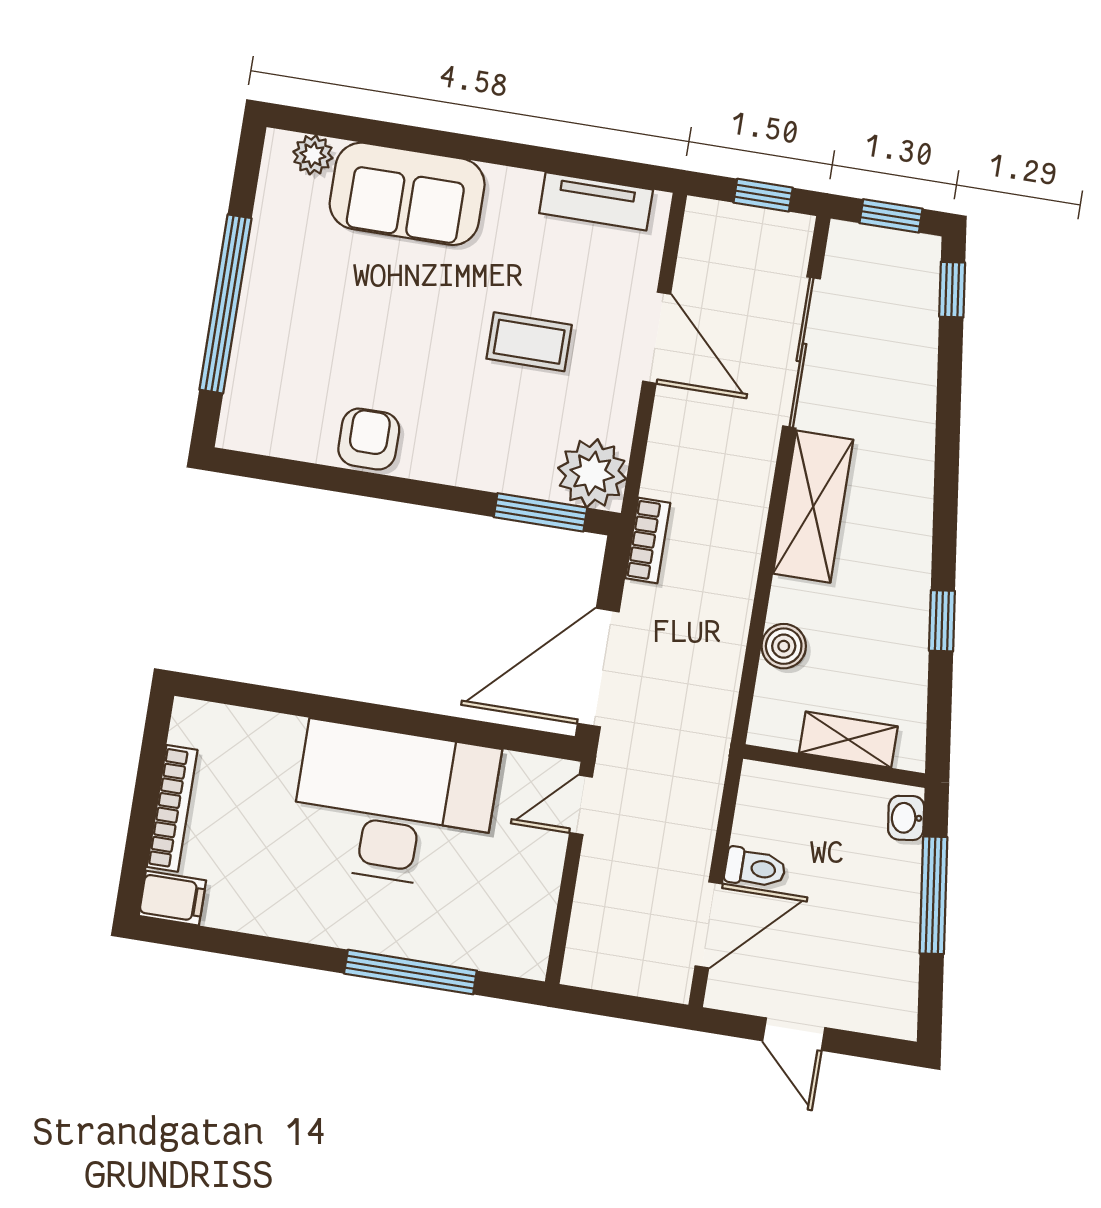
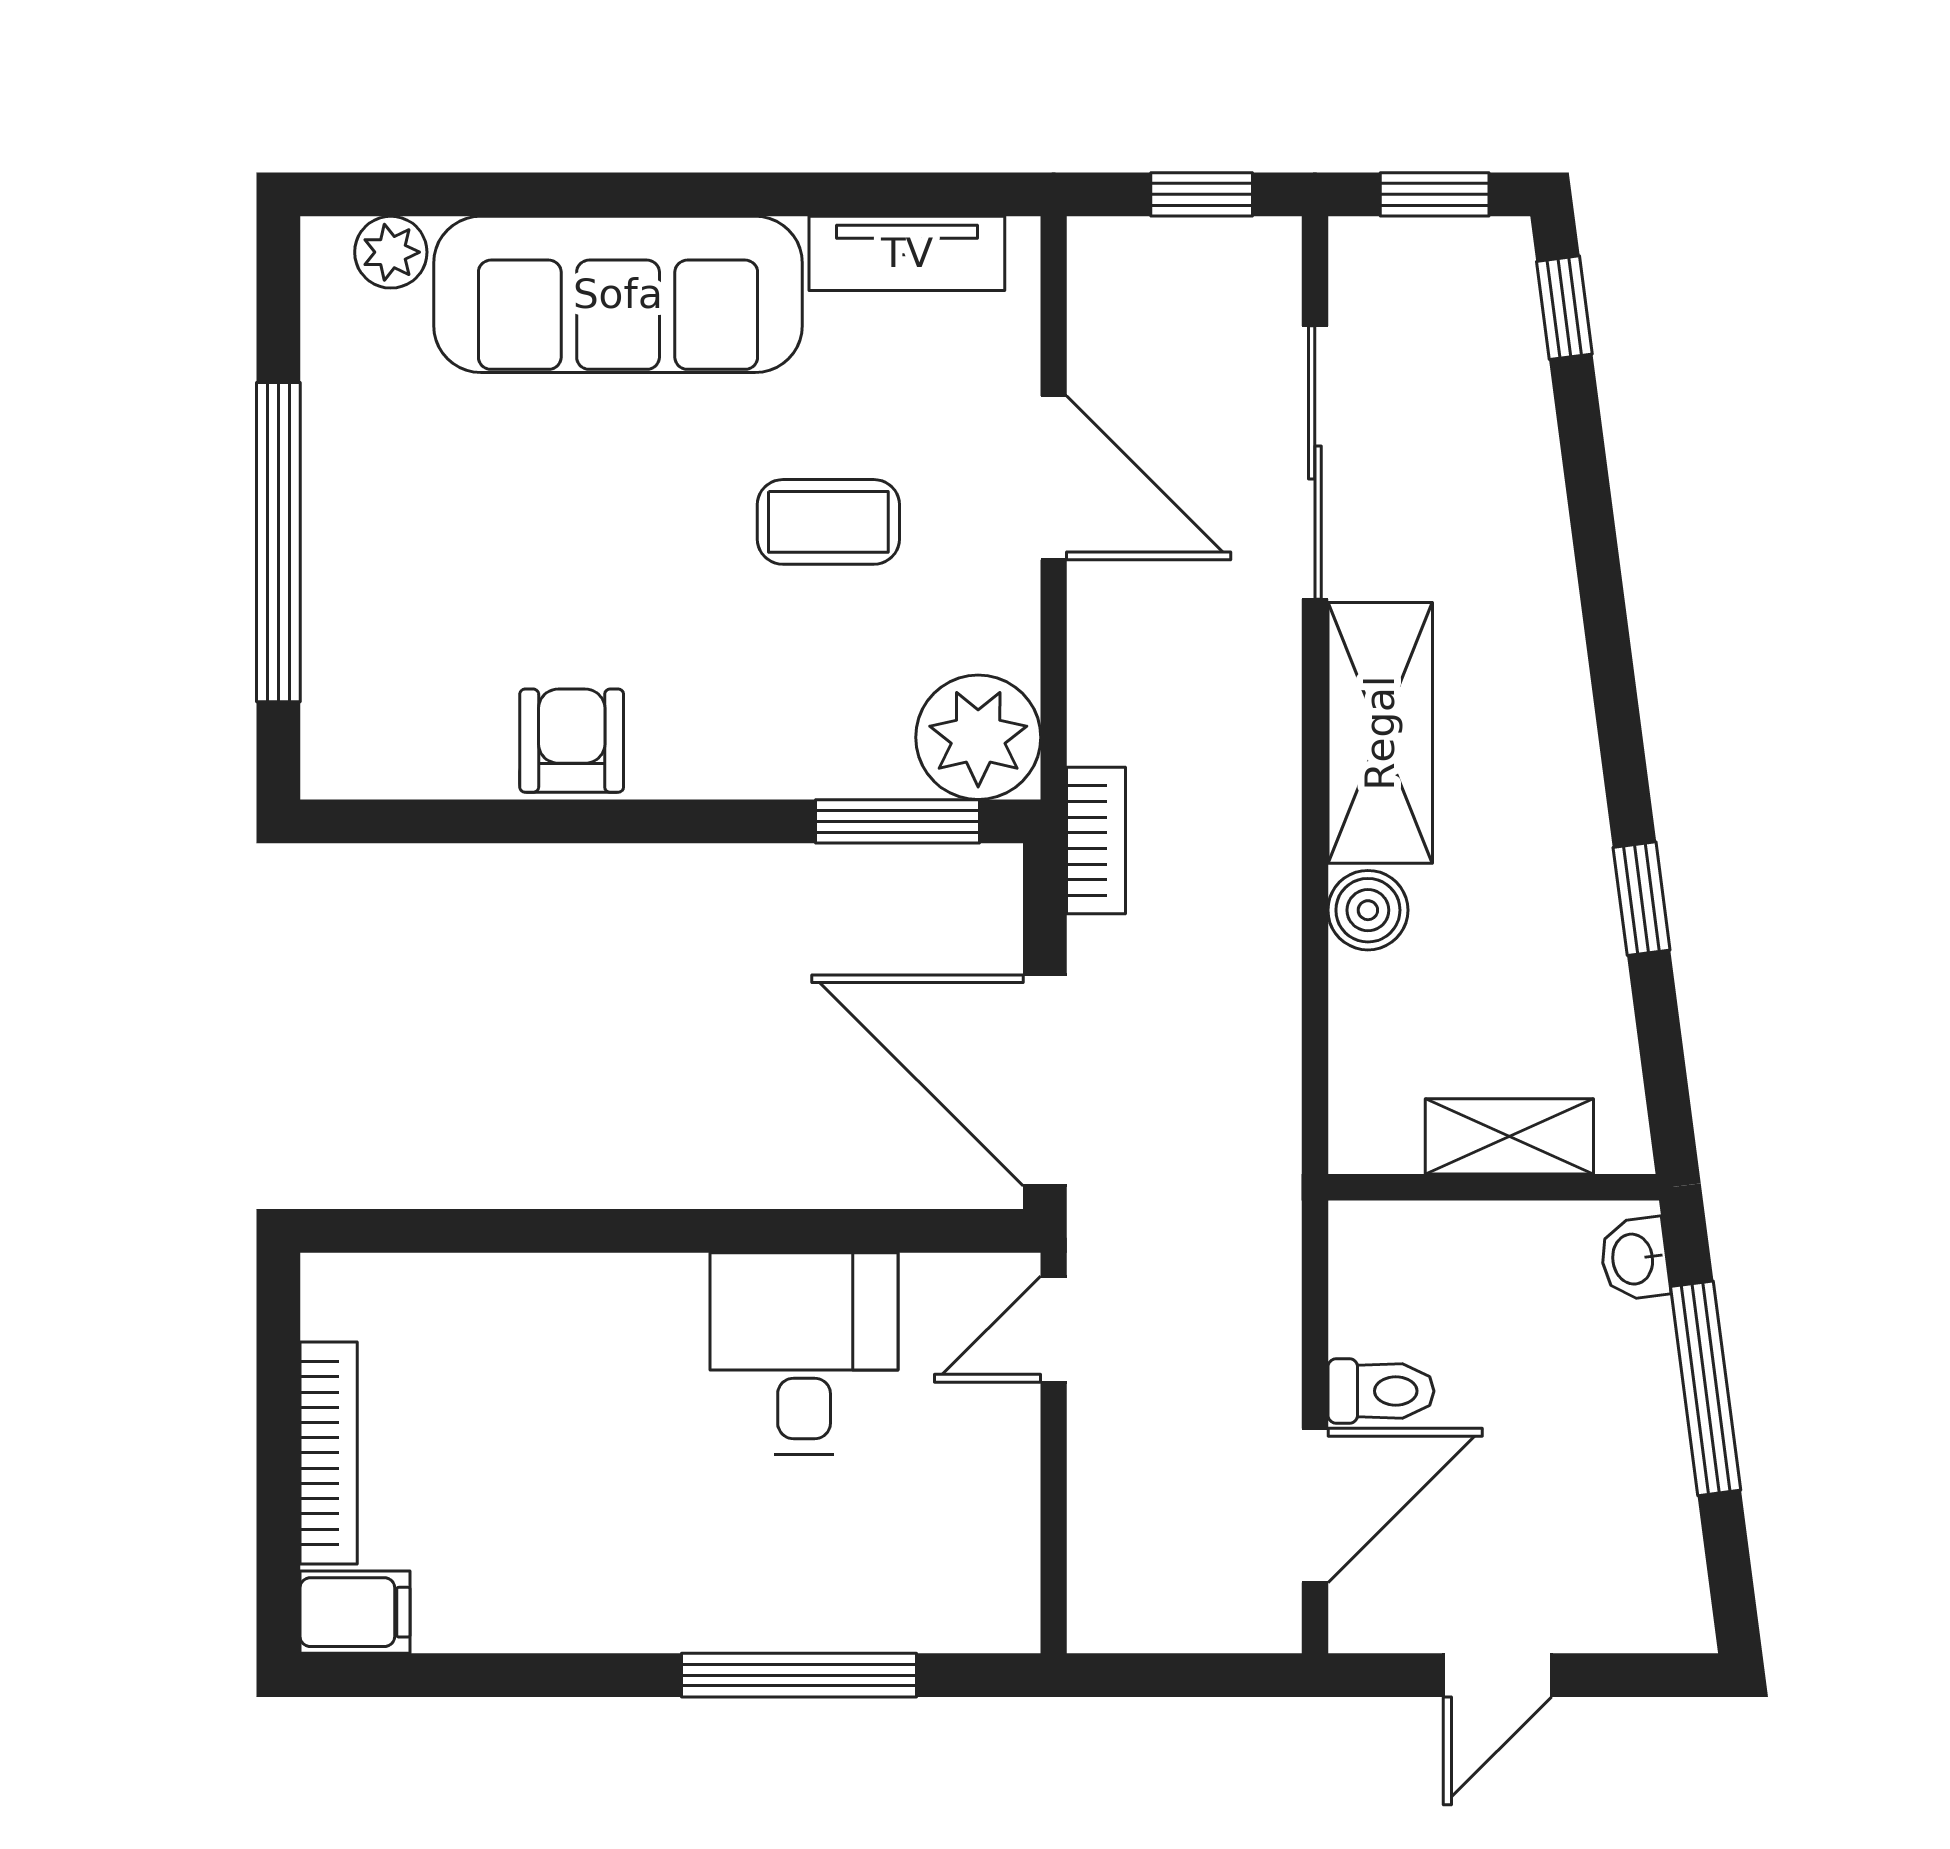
sofa: (407, 194) -> (618, 294), width x1.36
boiler: (784, 646) -> (1368, 910), moved
door: (598, 668) -> (1045, 1080), hinge flipped
desk: (394, 806) -> (804, 1354), width x0.53, depth x0.77
door: (794, 1034) -> (1498, 1675), hinge flipped

